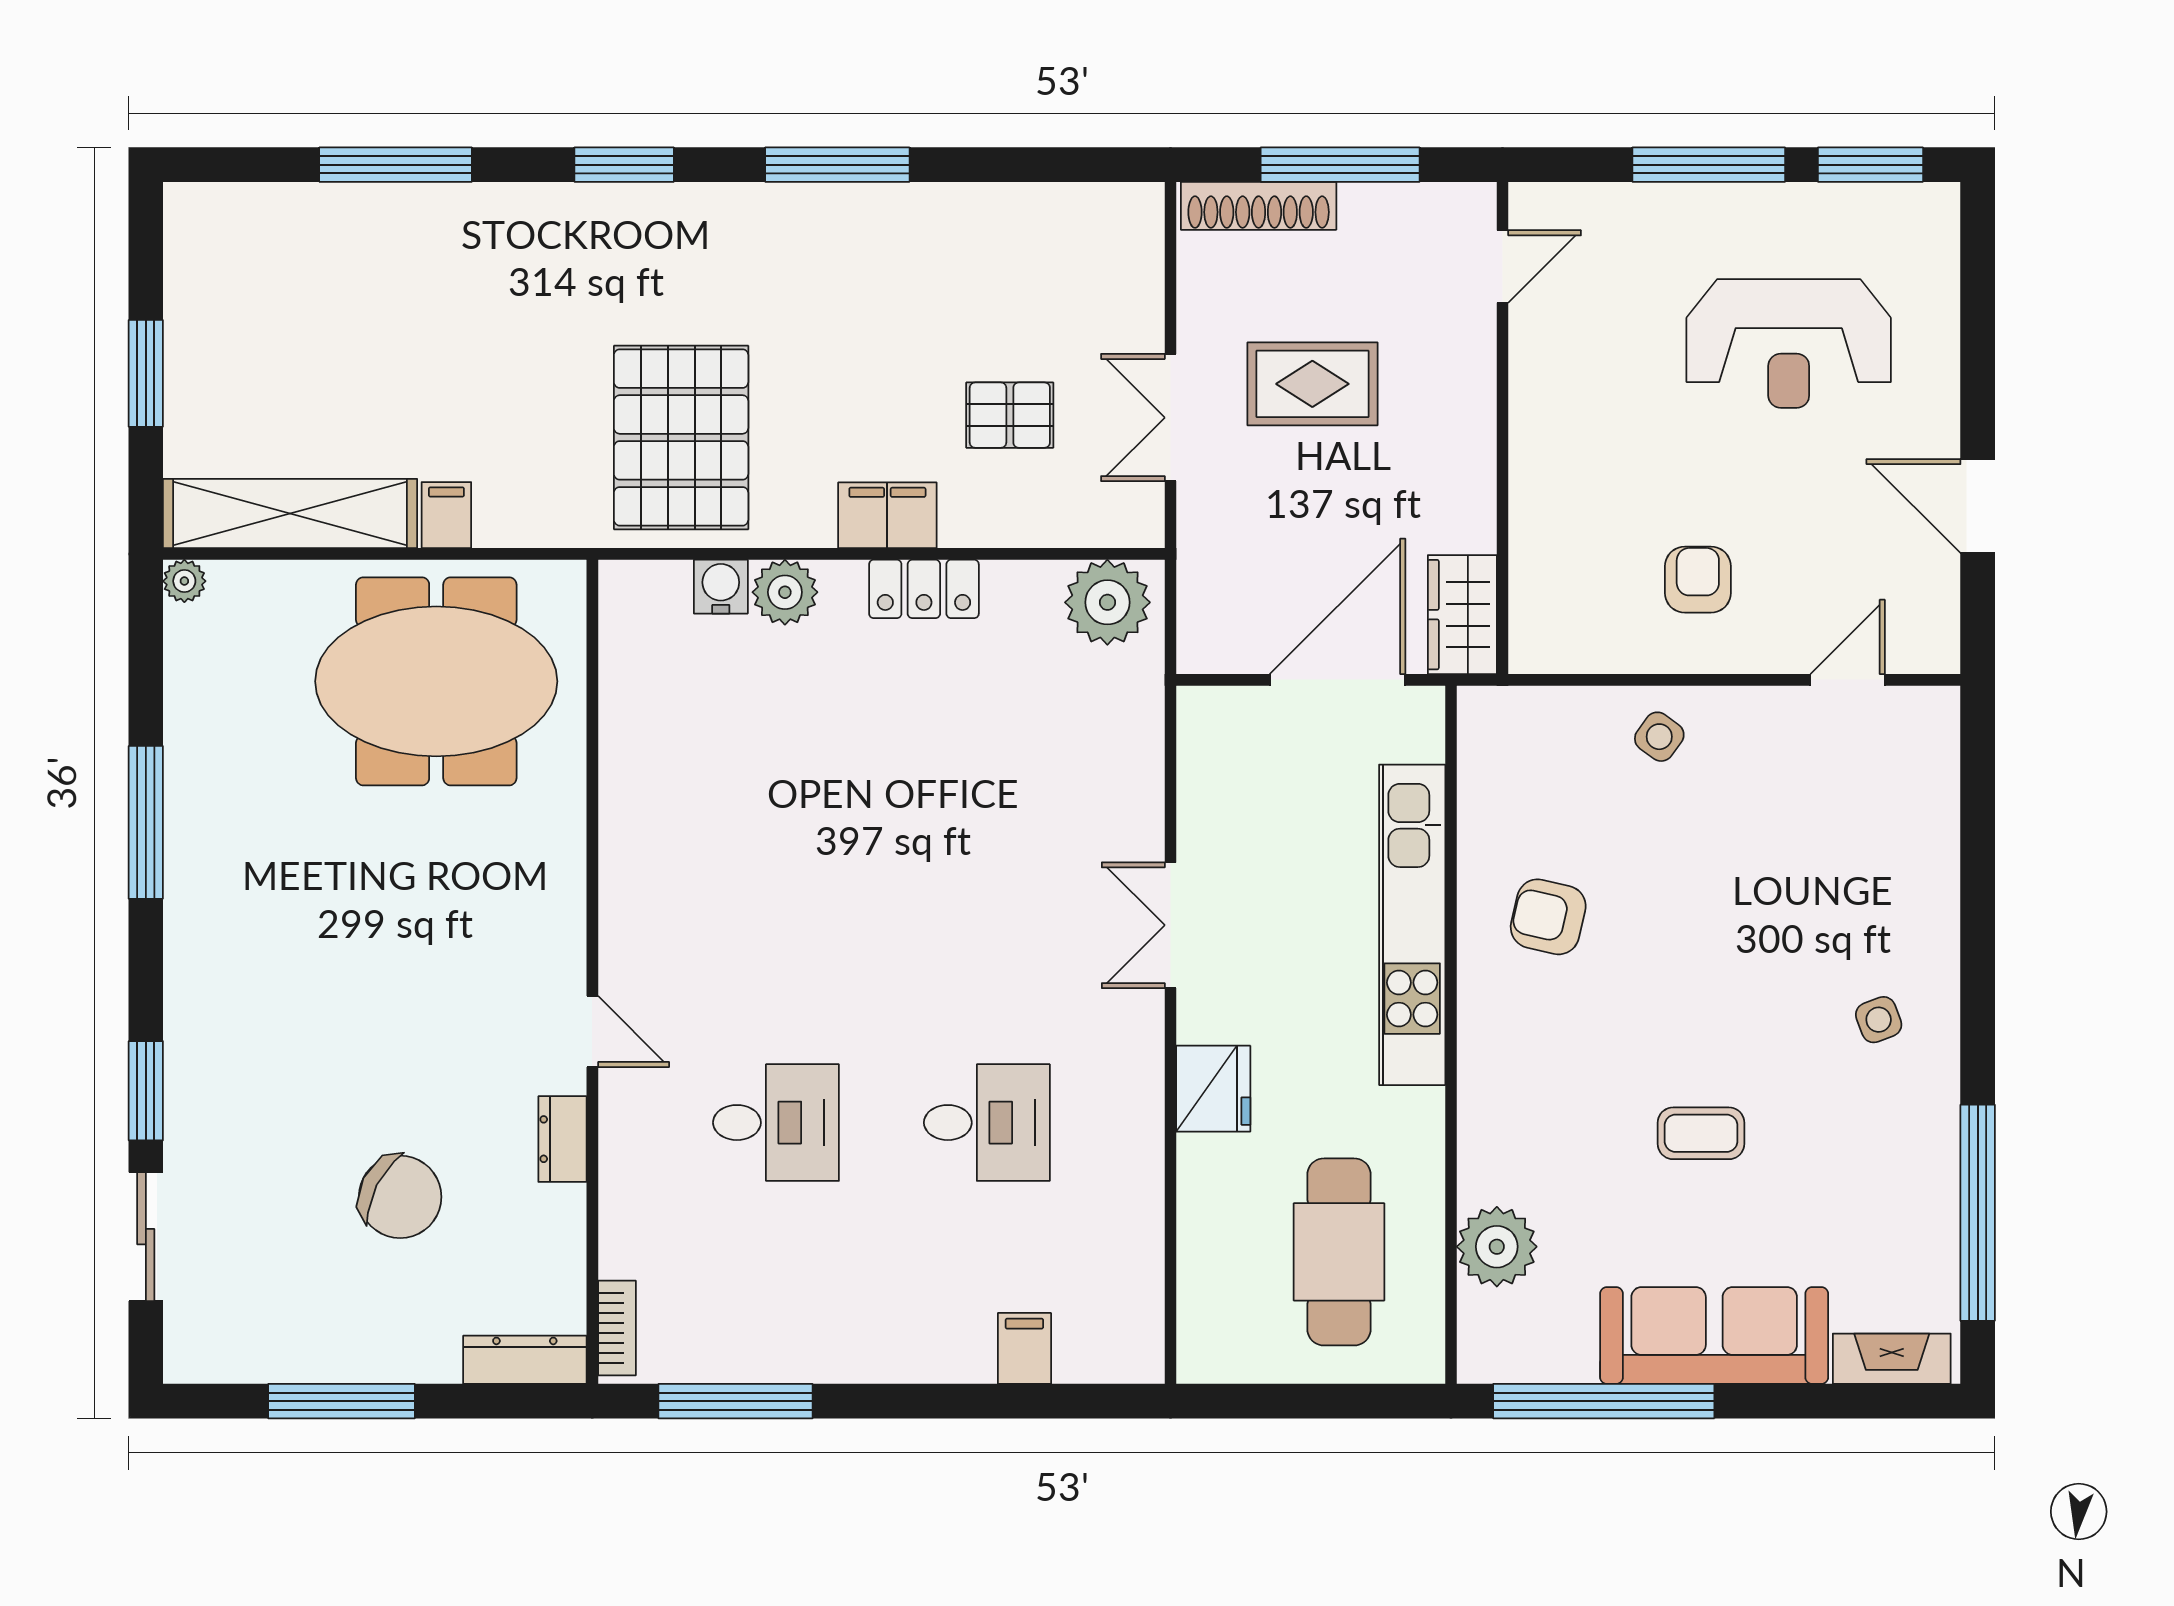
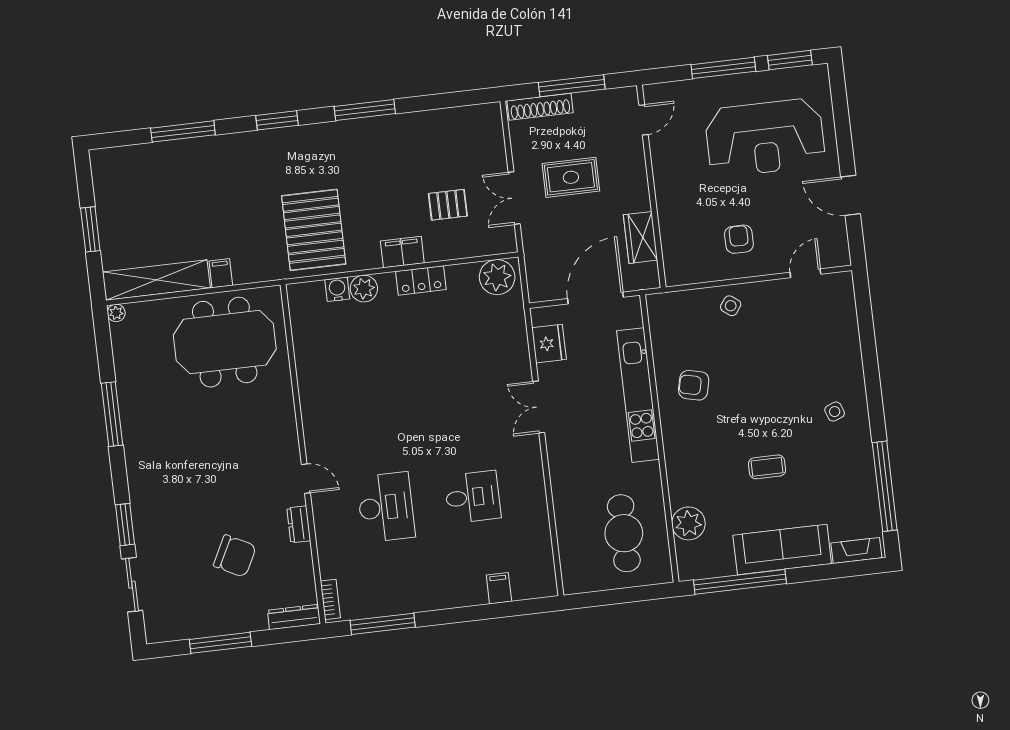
reception desk: (1789, 343) -> (765, 138), width x1.36, depth x1.30
wardrobe: (1462, 615) -> (640, 237), moved
fridge: (1213, 1089) -> (549, 344), moved
desk: (776, 1123) -> (386, 507), width x1.37

